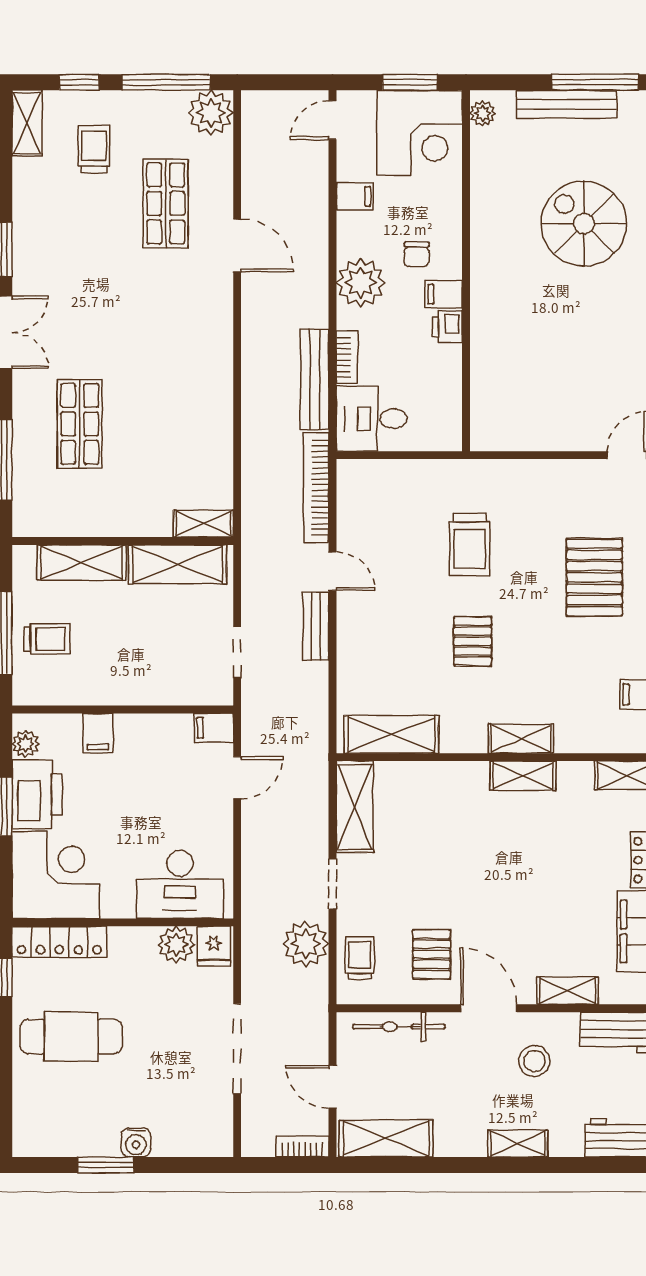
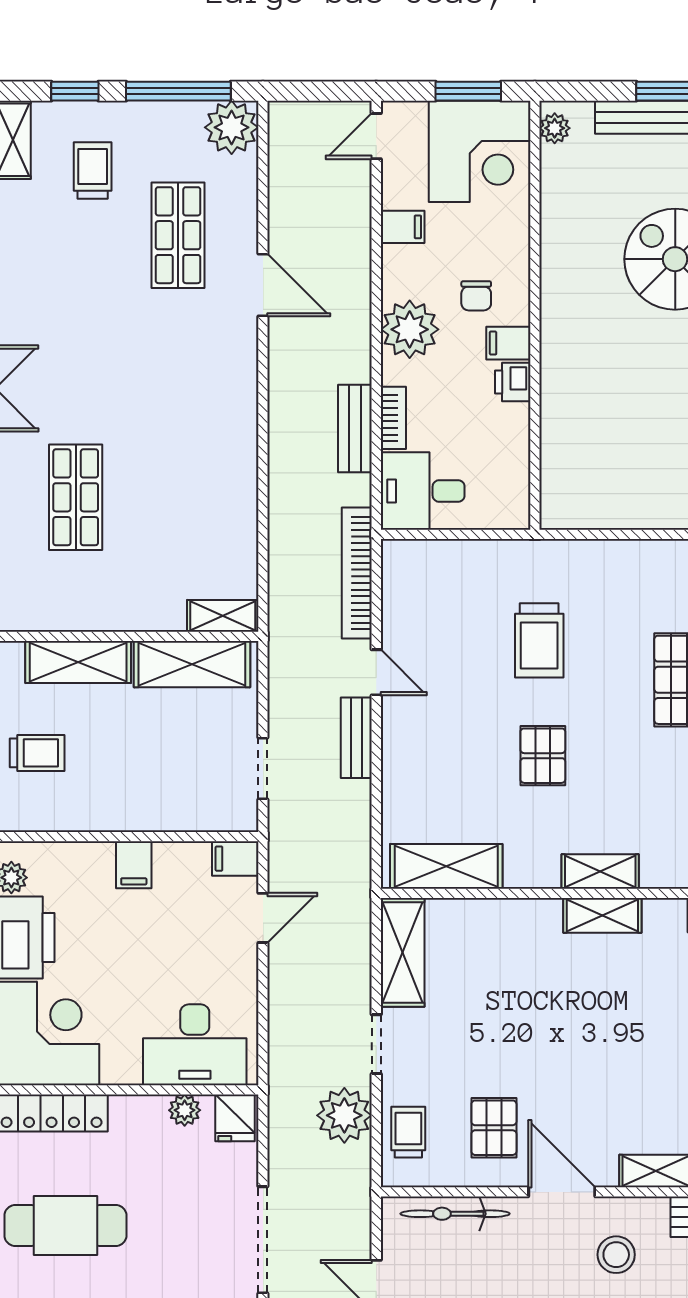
bench: (315, 380) -> (355, 429), width x0.73
filing cabinet: (98, 733) -> (134, 865), moved
plant: (176, 945) -> (185, 1110), width x0.73, depth x0.73

